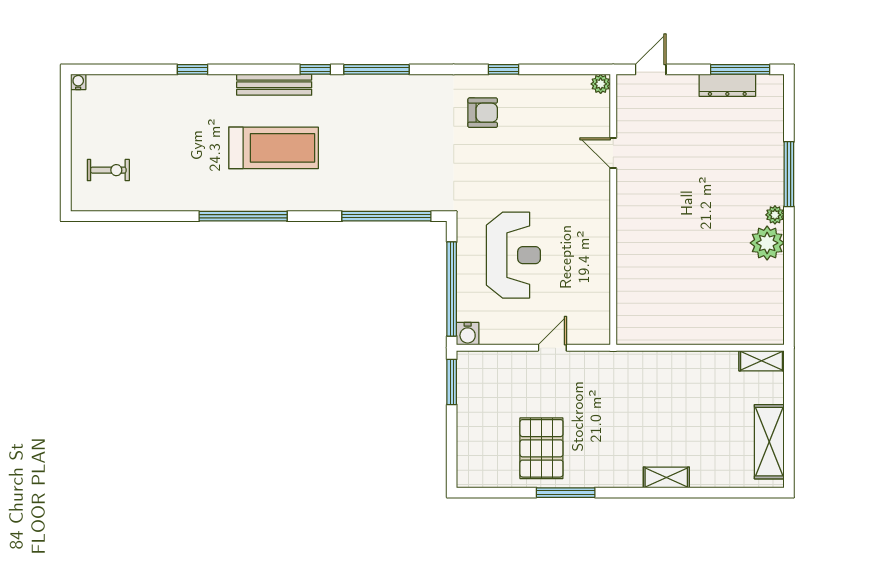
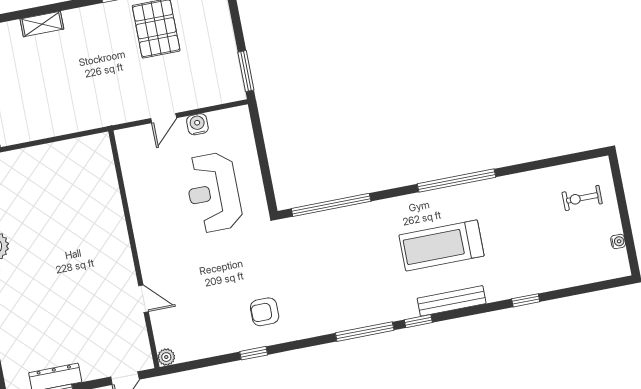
water cooler: (78, 82) -> (618, 241), moved, turned -90
window: (452, 289) -> (262, 152), removed
water cooler: (468, 334) -> (197, 124), moved

